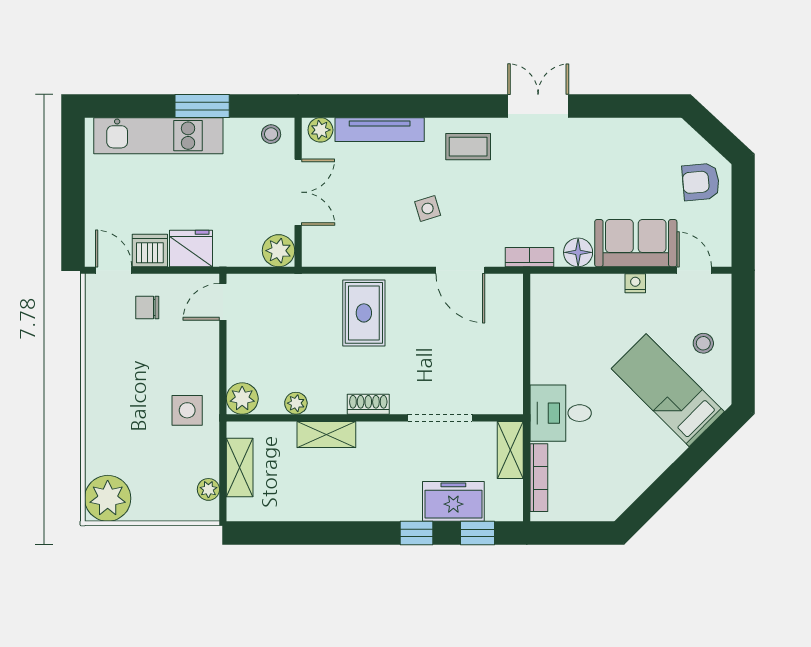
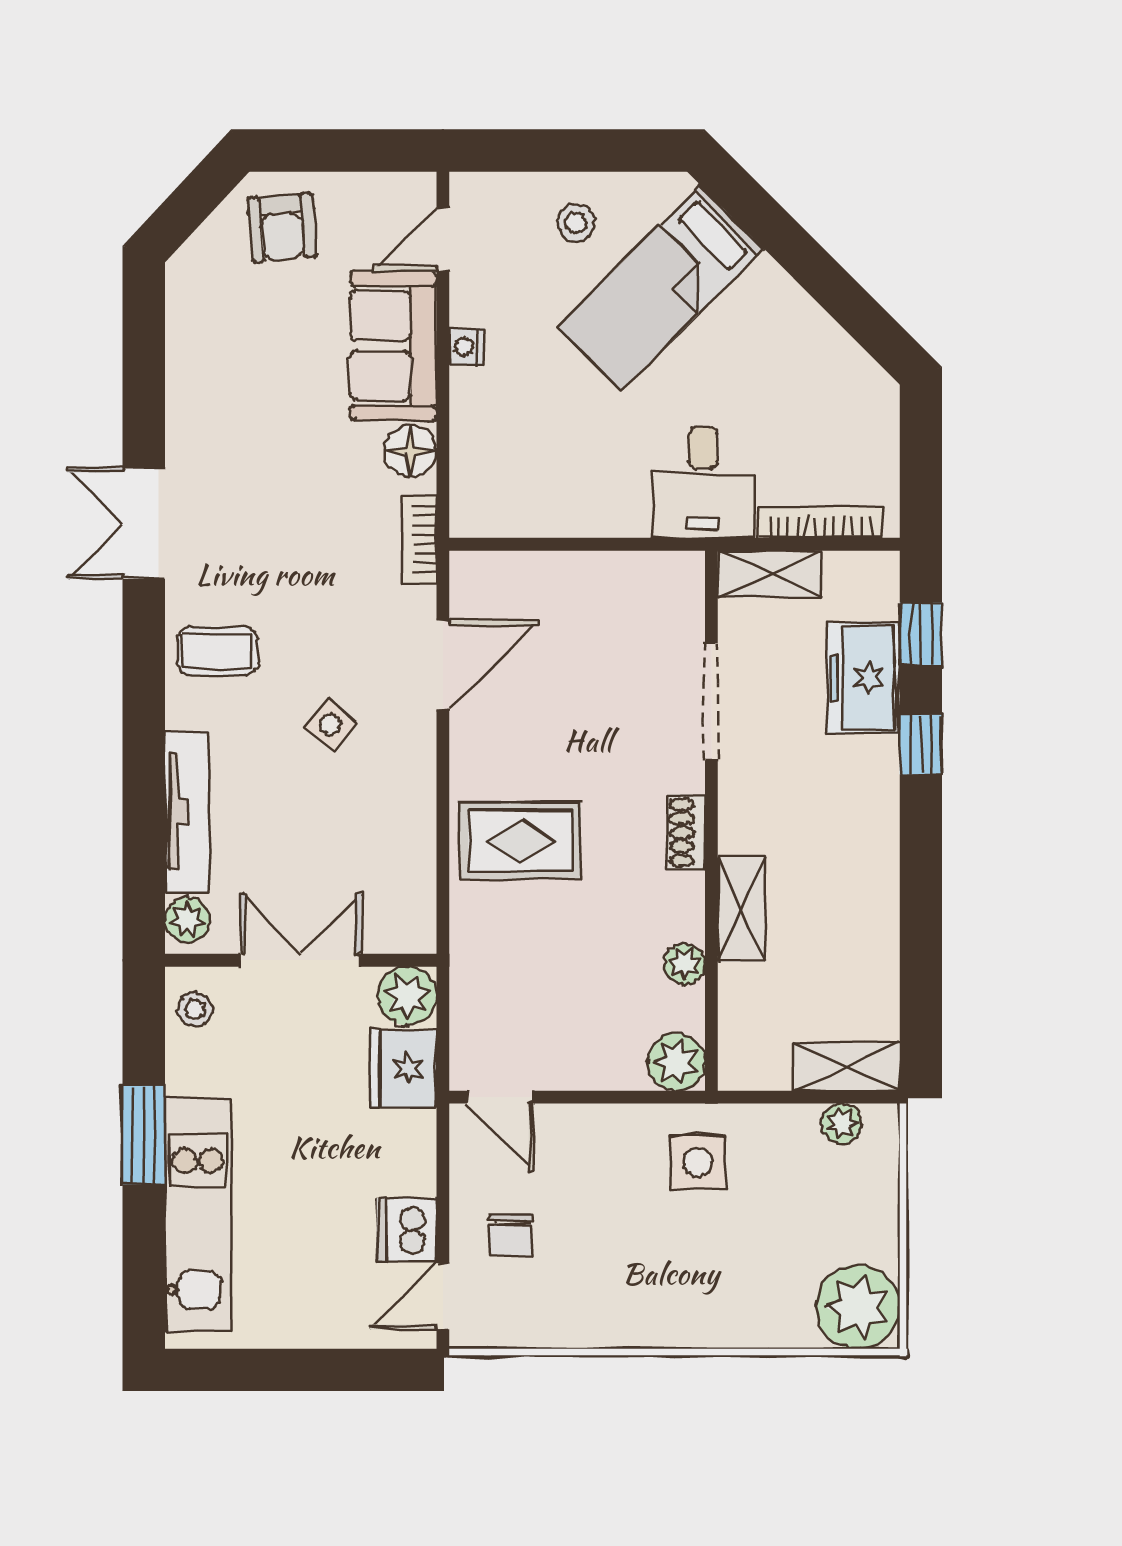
coffee table: (468, 147) -> (218, 651), turned 90
side table: (428, 209) -> (330, 725), turned -34
fridge: (191, 248) -> (403, 1068), moved
shelving: (240, 468) -> (846, 1067), moved

